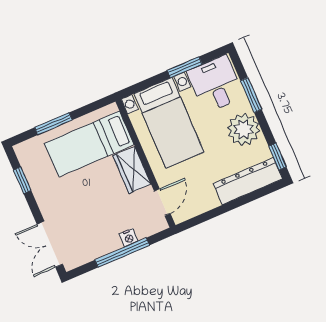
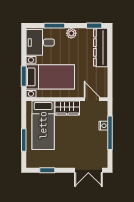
window: (185, 67) -> (24, 76), moved
plant: (244, 129) -> (71, 33), width x0.53, depth x0.53

